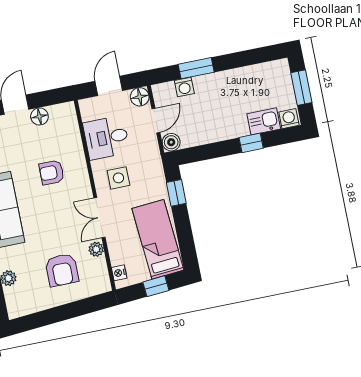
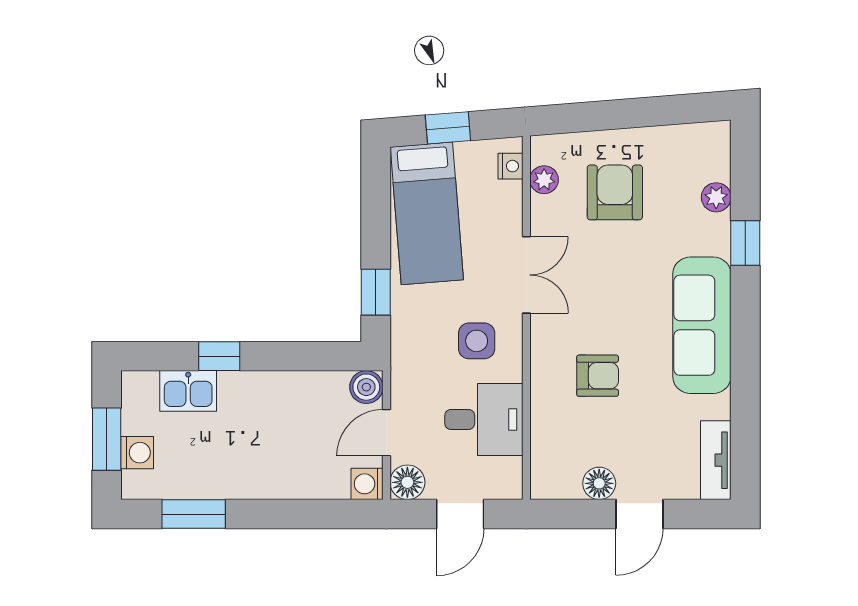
window: (196, 68) -> (194, 514), moved
washing machine: (184, 87) -> (367, 484), moved, turned -90
washing machine: (289, 119) -> (137, 453), moved, turned -90
plant: (96, 249) -> (544, 180), moved

